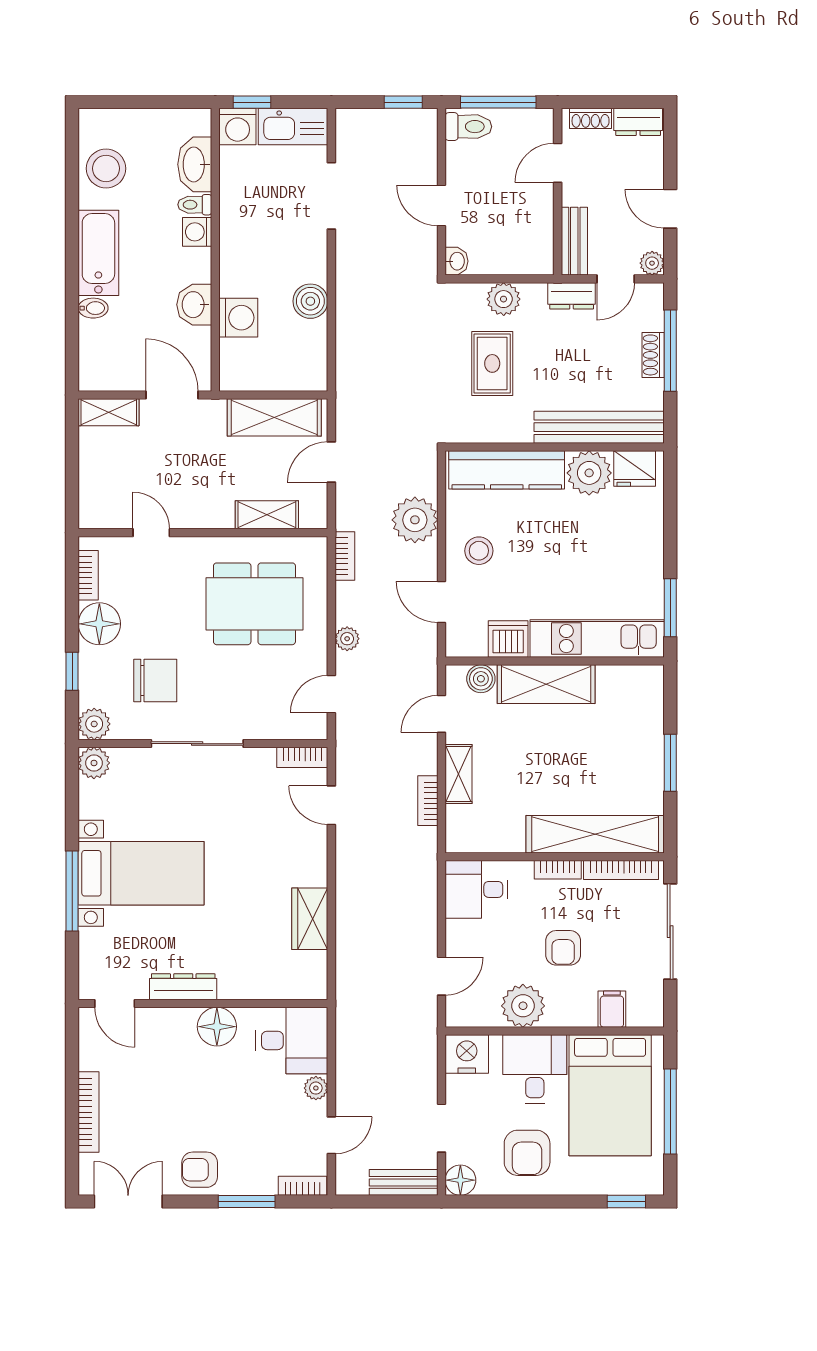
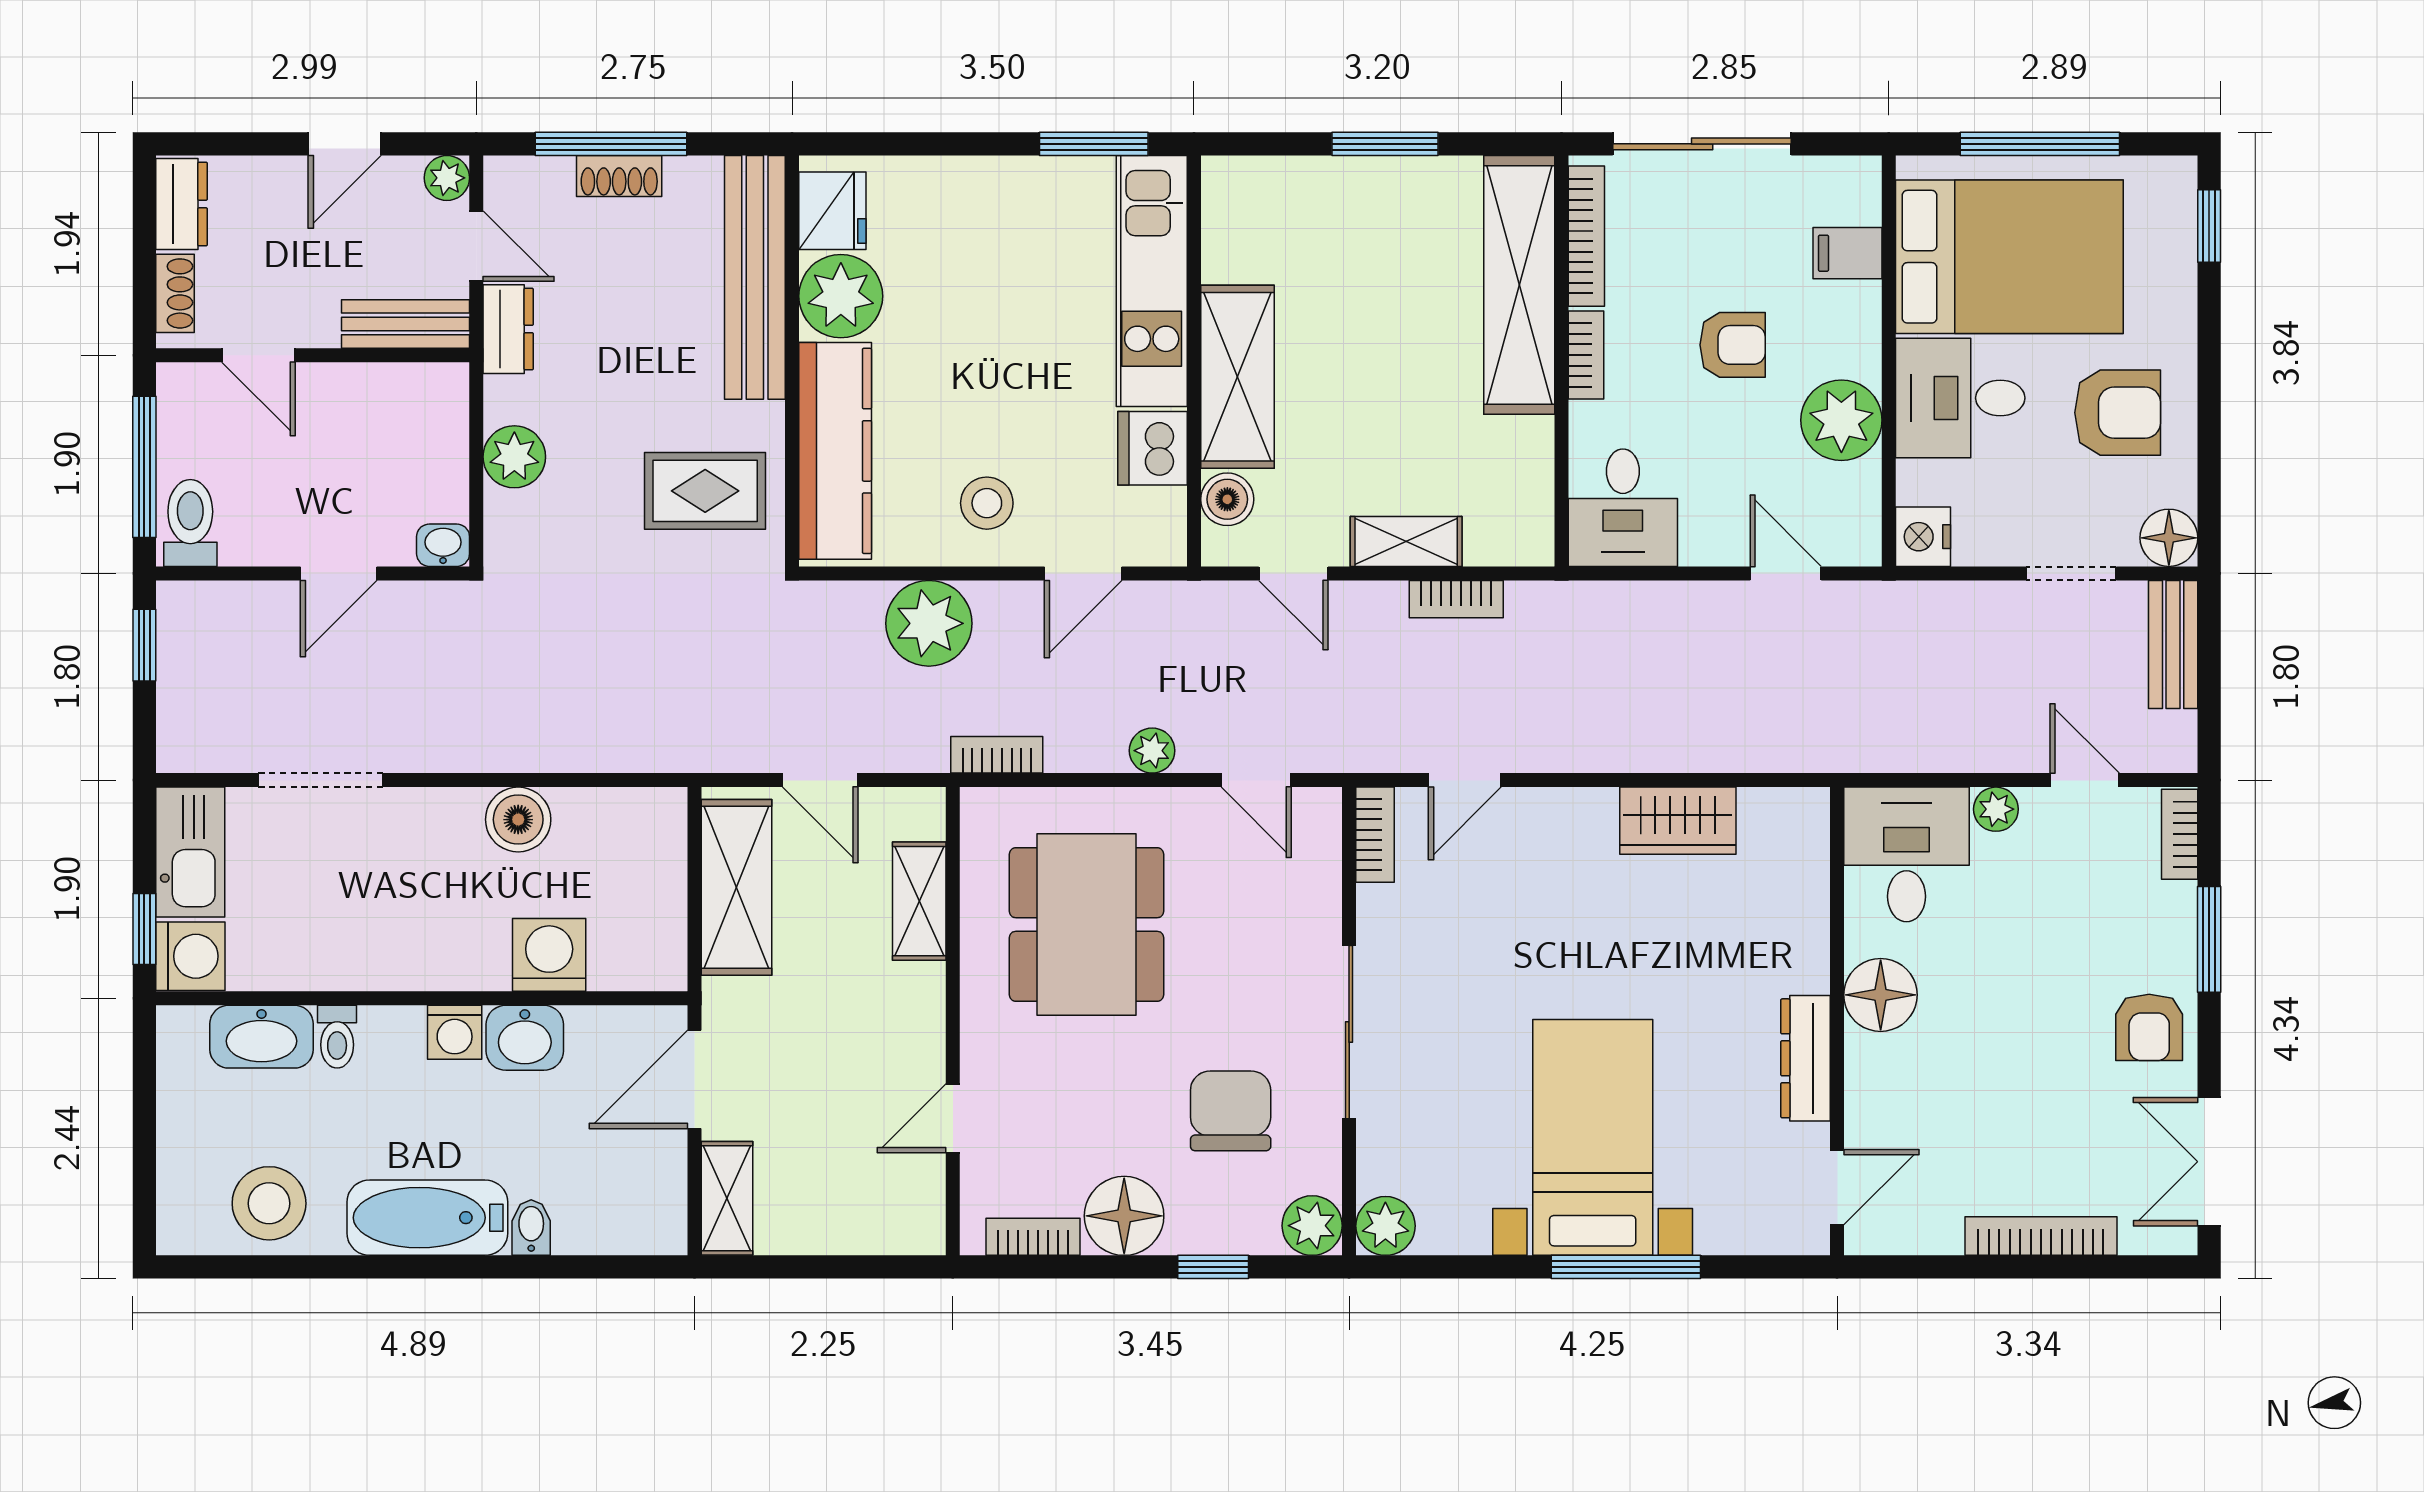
washing machine: (197, 232) -> (455, 1032), moved
rug: (492, 363) -> (705, 491), moved
nightstand: (467, 1054) -> (1923, 537), width x0.74, depth x0.75

